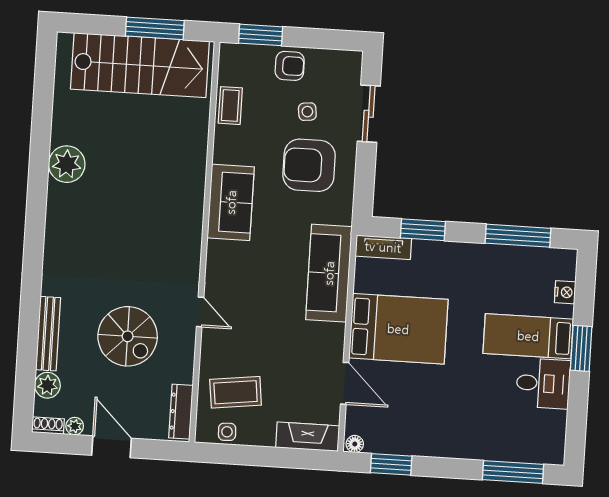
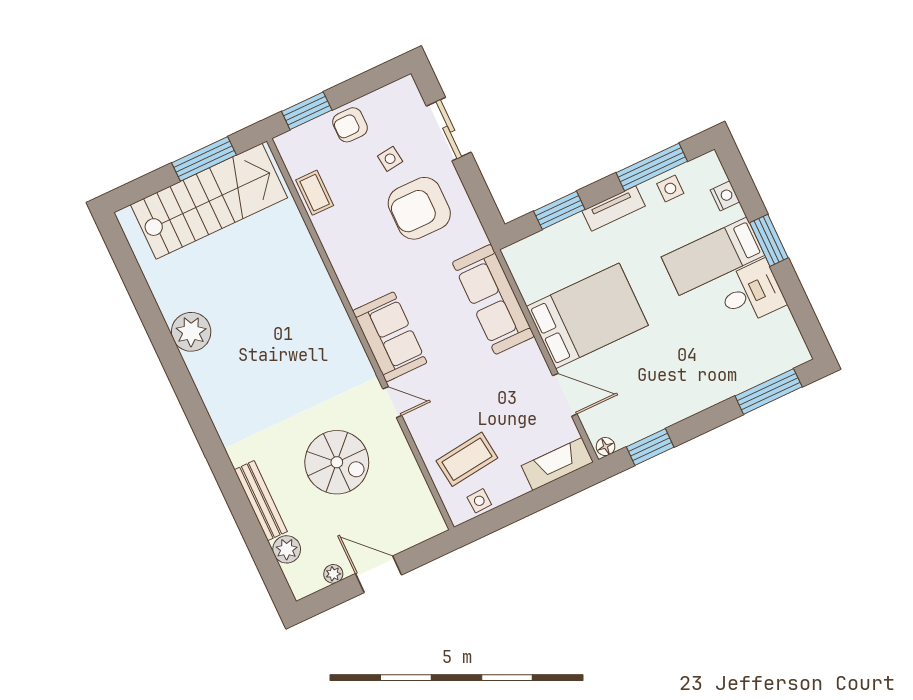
armchair: (290, 66) -> (350, 125), turned 180
sofa: (231, 202) -> (390, 337), moved
tv unit: (383, 247) -> (614, 209), moved
side table: (524, 262) -> (670, 188), added
dresser: (181, 412) -> (426, 506), removed
shoe rack: (48, 426) -> (308, 587), removed

